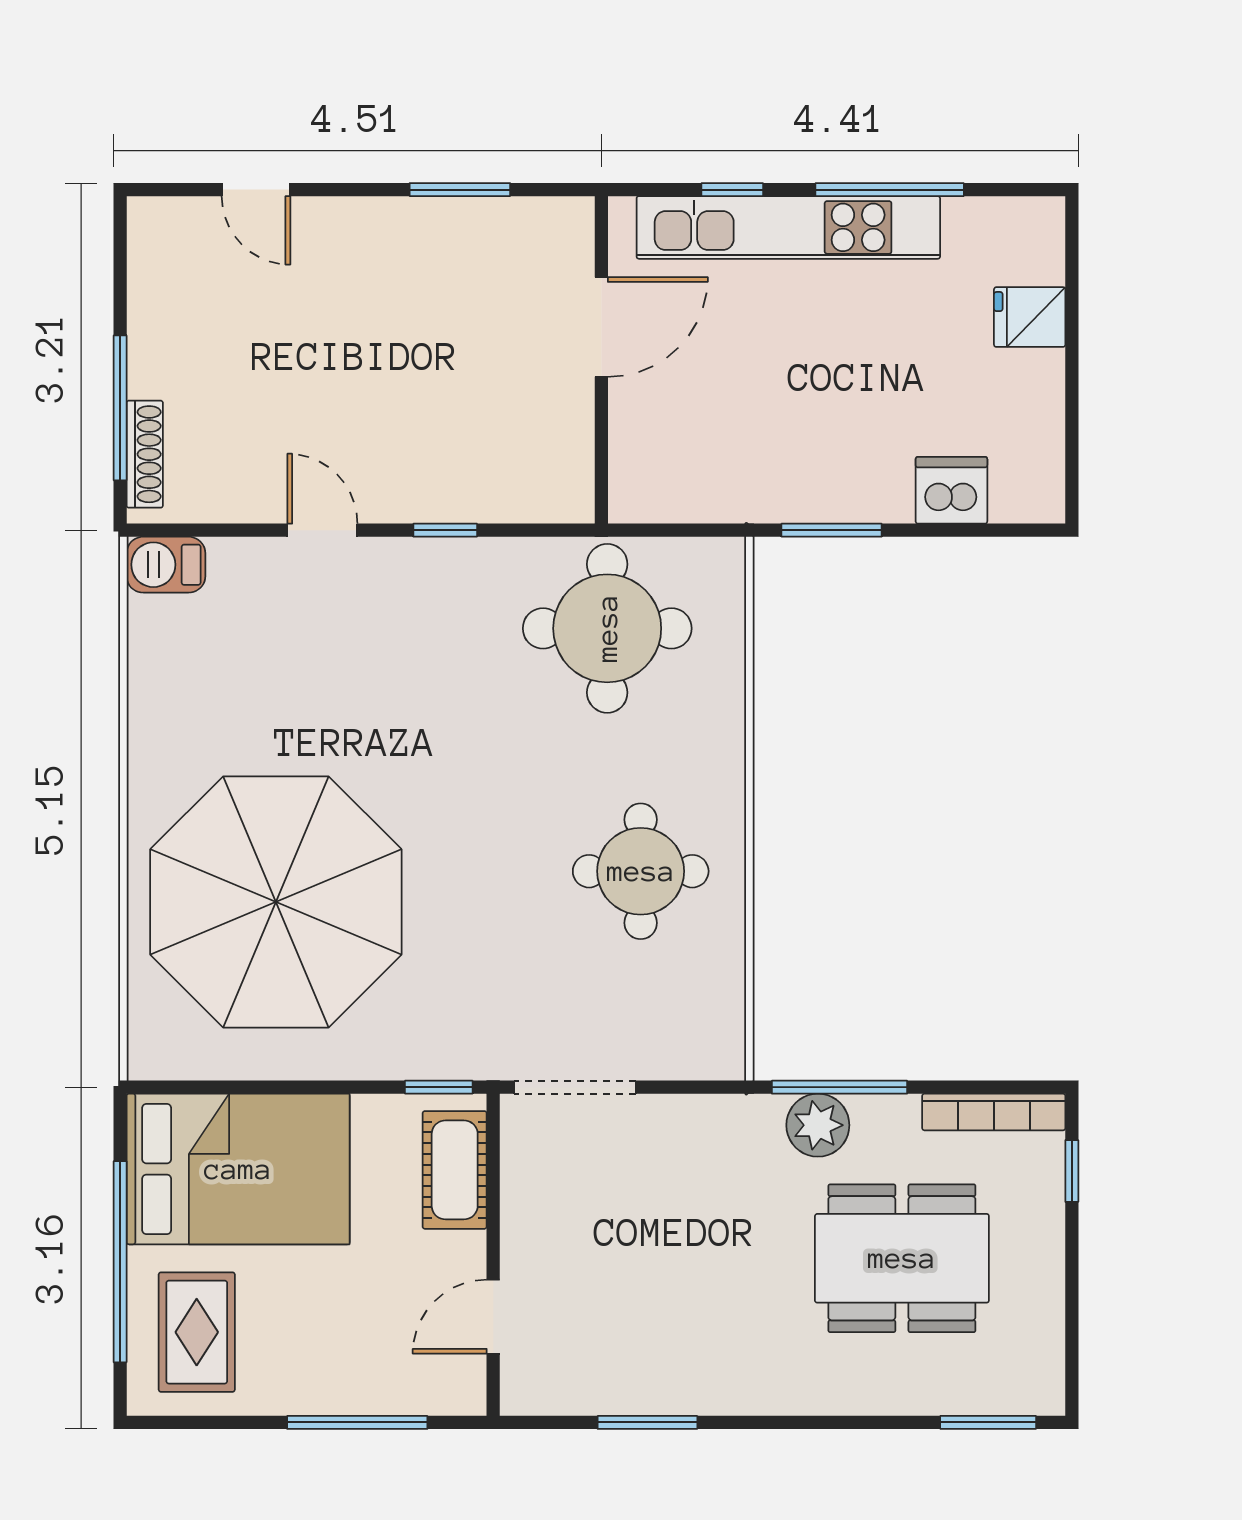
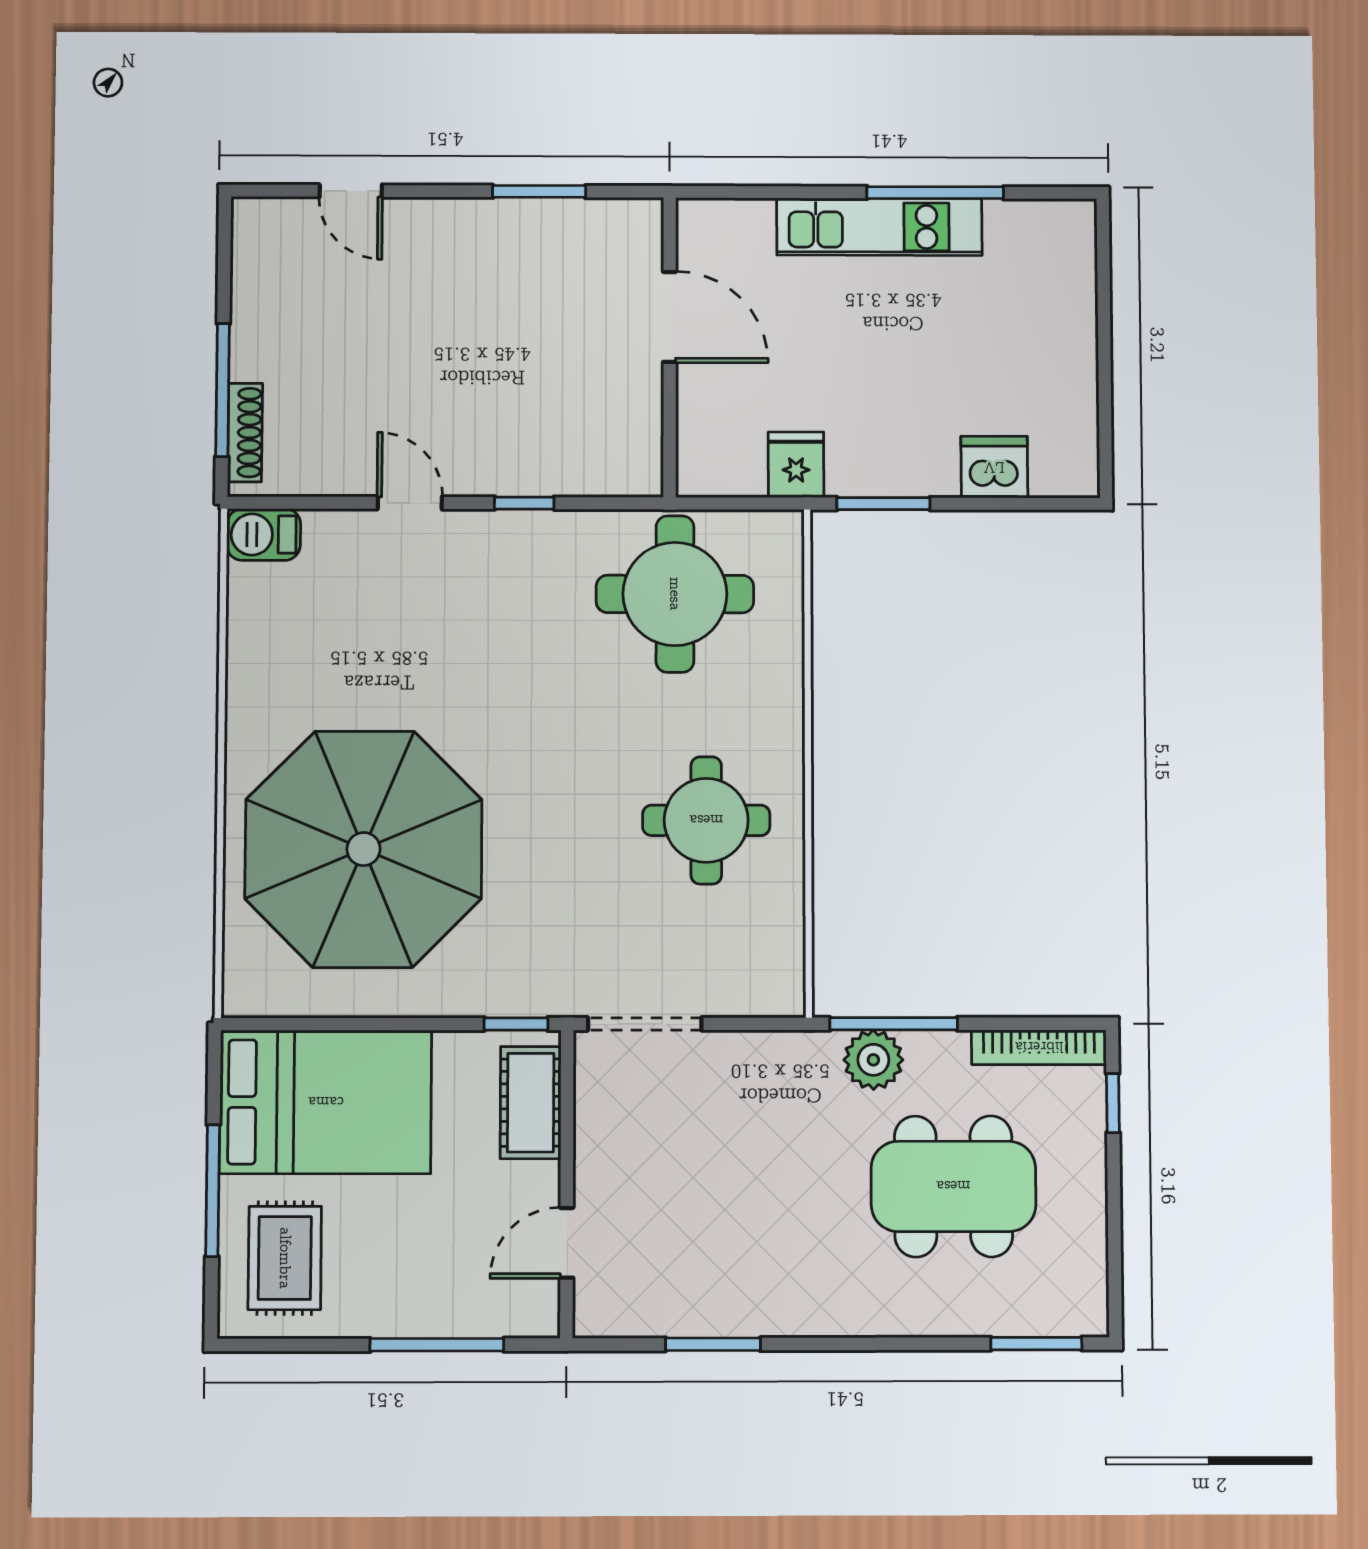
window: (732, 190) -> (790, 192), removed
kitchen unit: (788, 227) -> (879, 227), width x0.73
fridge: (1030, 317) -> (796, 465), moved, turned 90
door: (601, 327) -> (670, 317), hinge flipped
window: (120, 1262) -> (213, 1191), width x0.68

